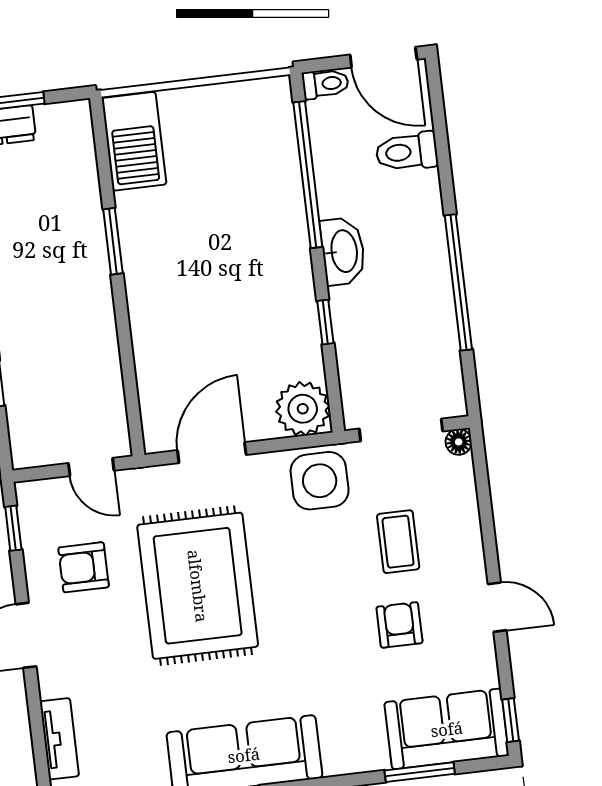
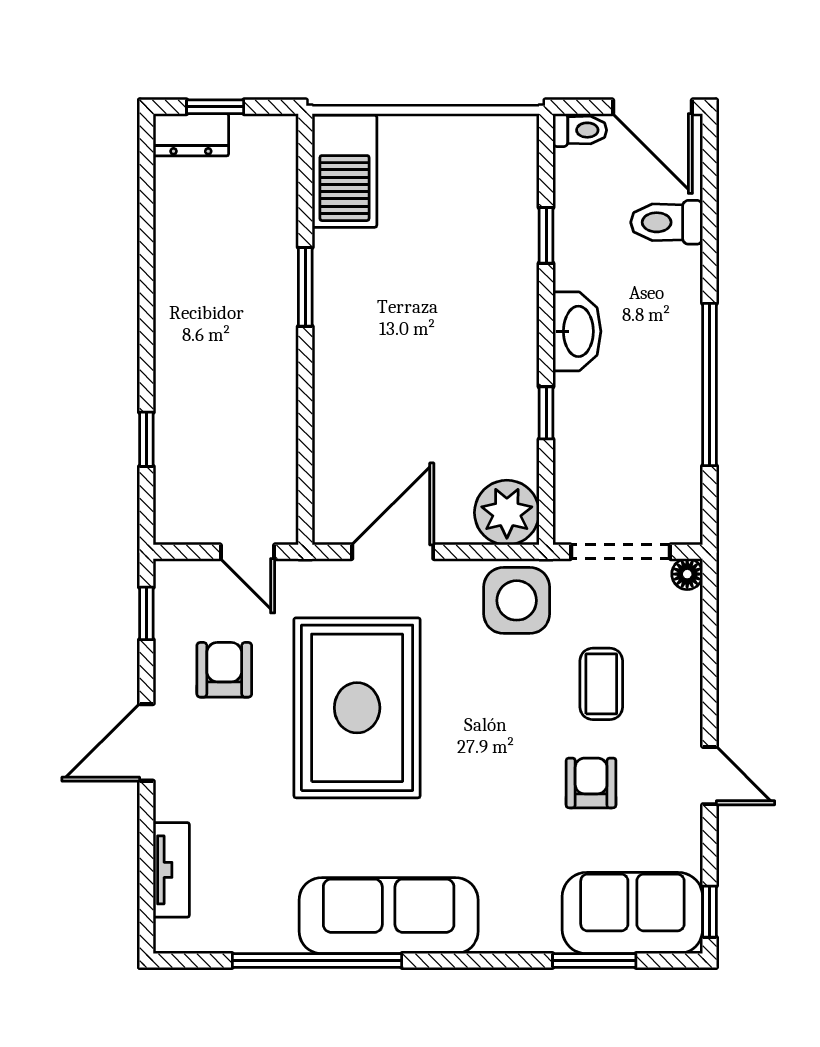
window: (308, 175) -> (546, 235), width x0.32
armchair: (84, 567) -> (224, 670), turned 90

